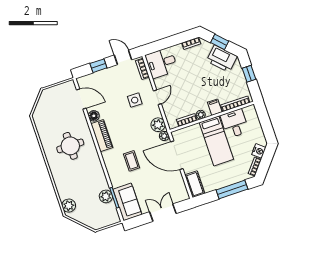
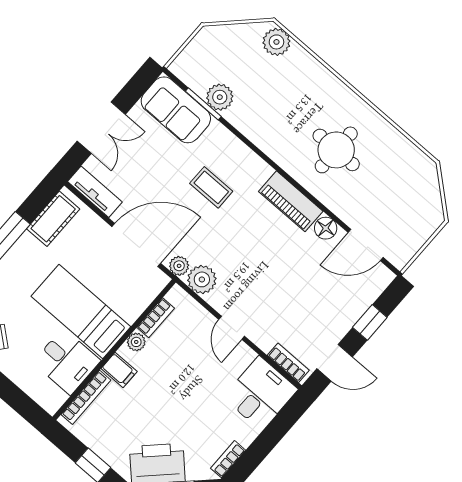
side table: (135, 100) -> (269, 299), removed
cot: (195, 184) -> (53, 219), moved, turned 90
tv unit: (181, 188) -> (95, 192), added

